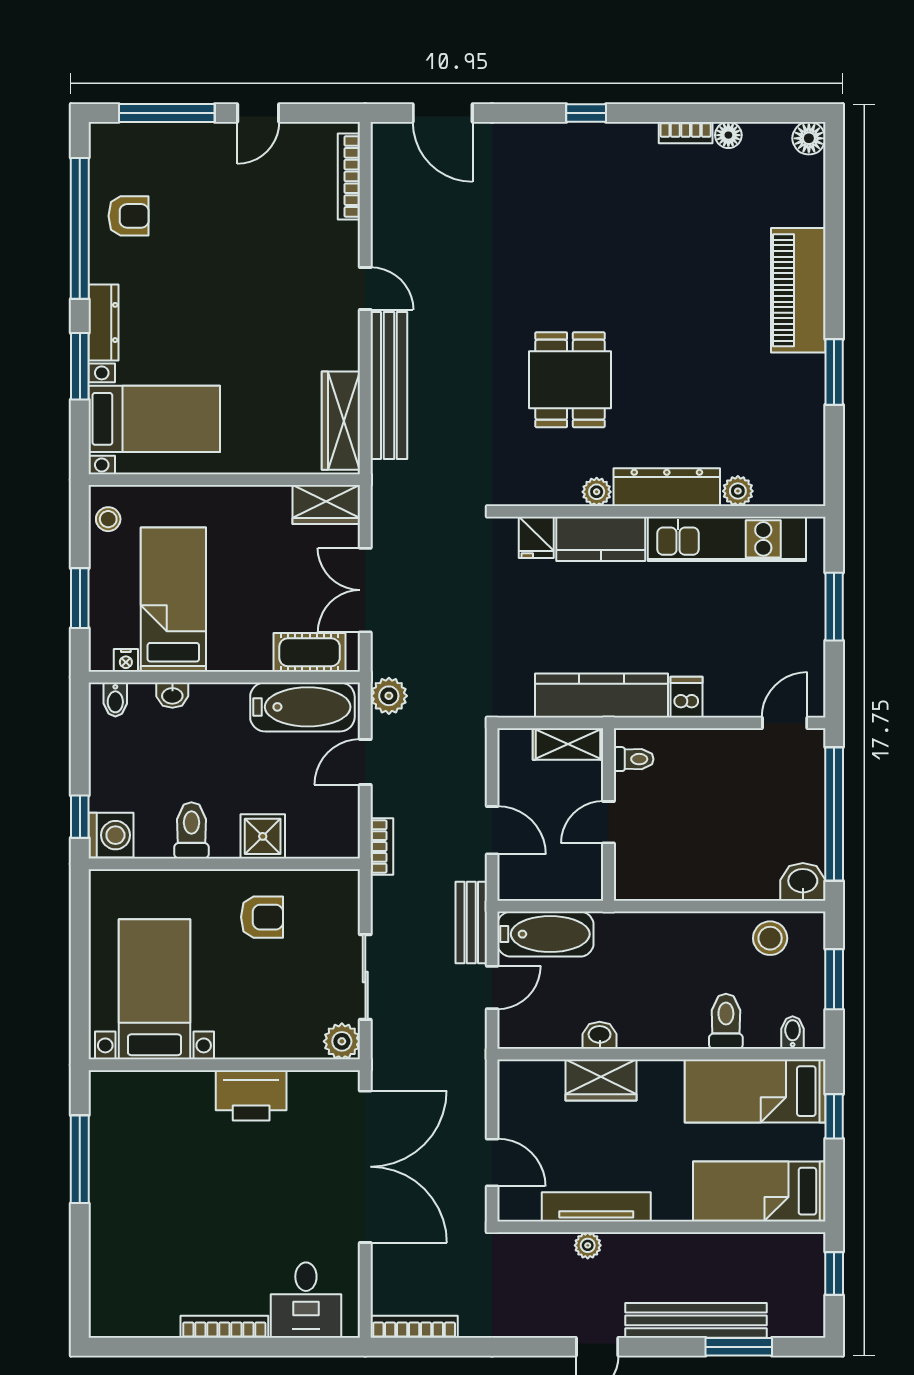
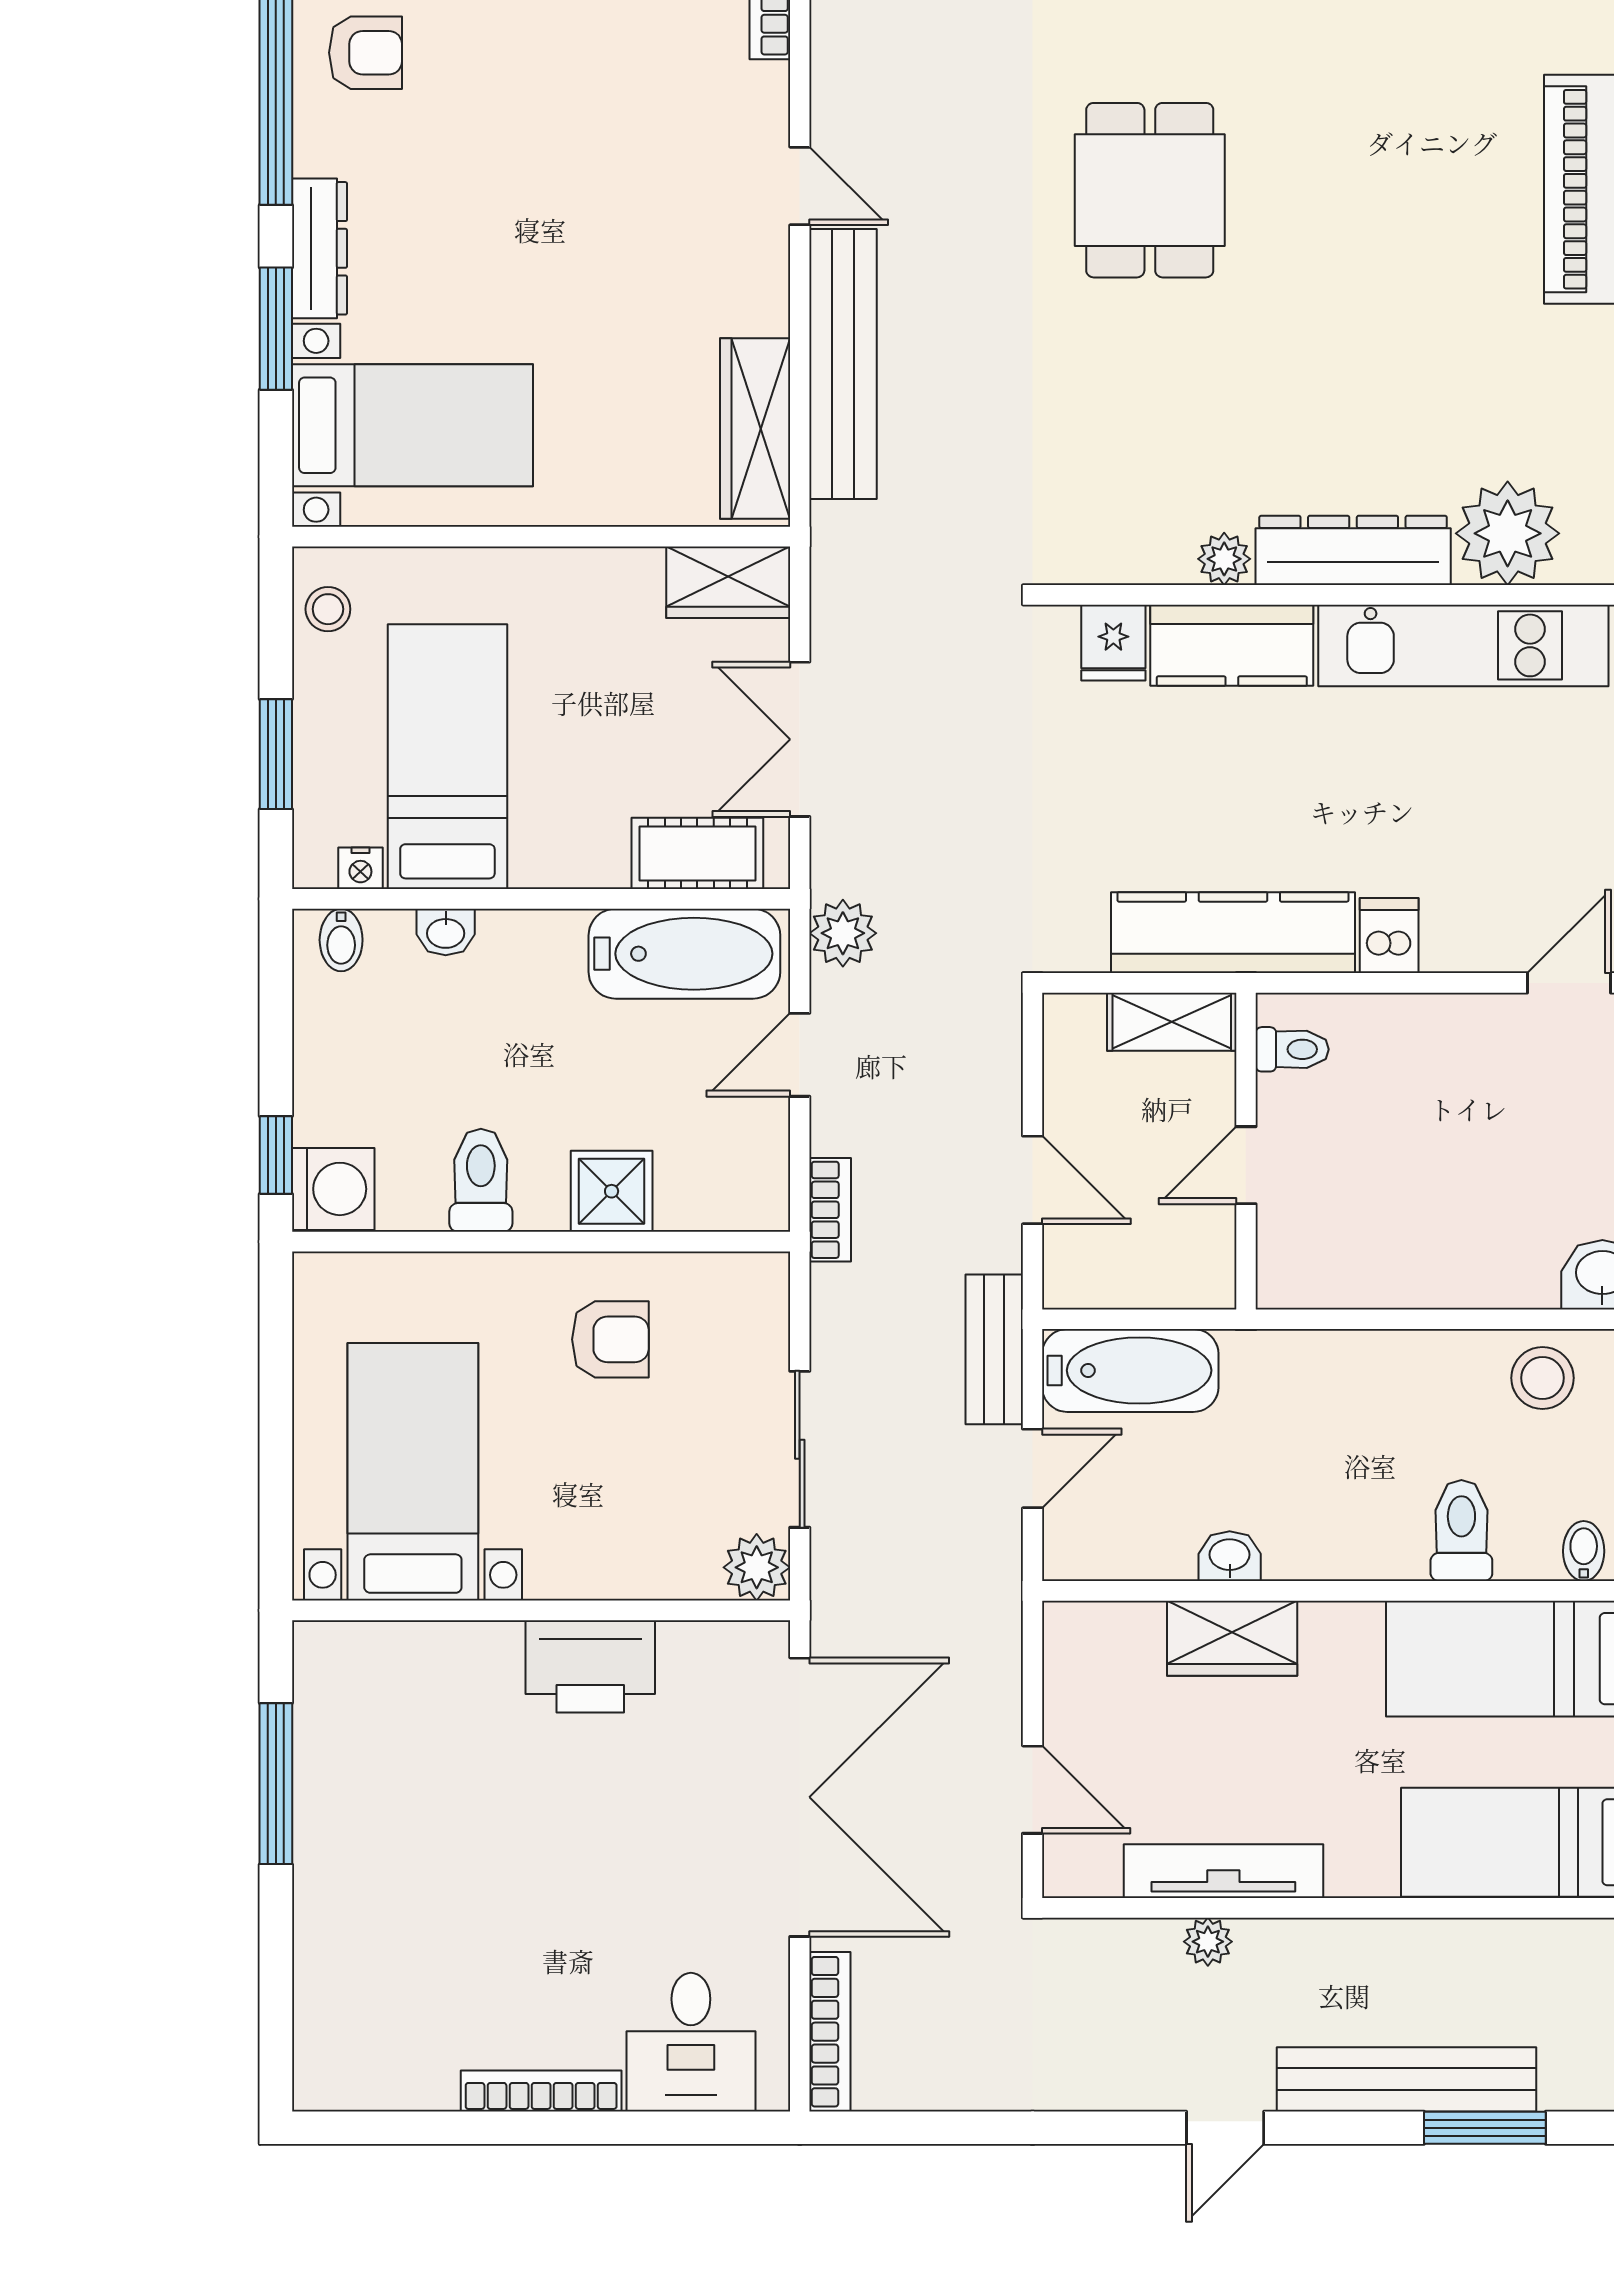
dining table: (570, 380) -> (1150, 190), moved
plant: (738, 491) -> (1508, 533), width x1.88, depth x1.88
bookcase: (414, 1327) -> (830, 2032), moved, turned 90

